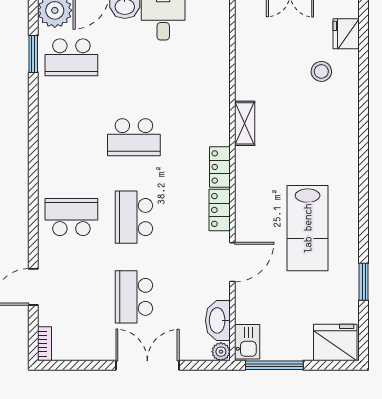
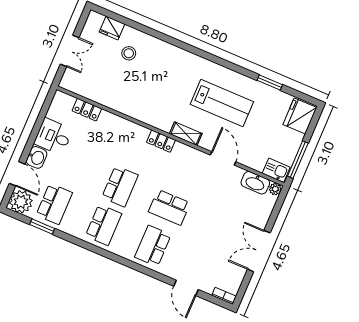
shelving: (245, 123) -> (186, 134), moved
locker: (220, 210) -> (87, 110), moved
school desk: (134, 297) -> (104, 225), moved, turned -90
double door: (147, 365) -> (259, 251), moved

